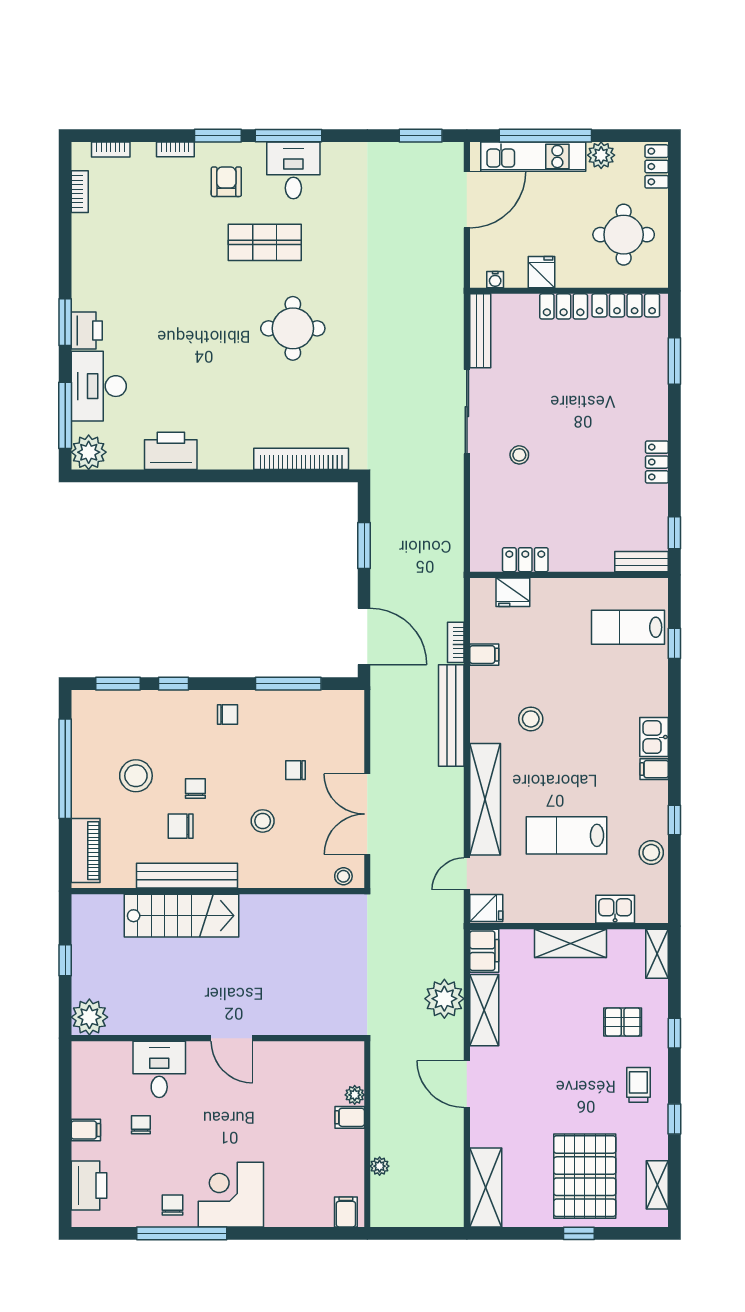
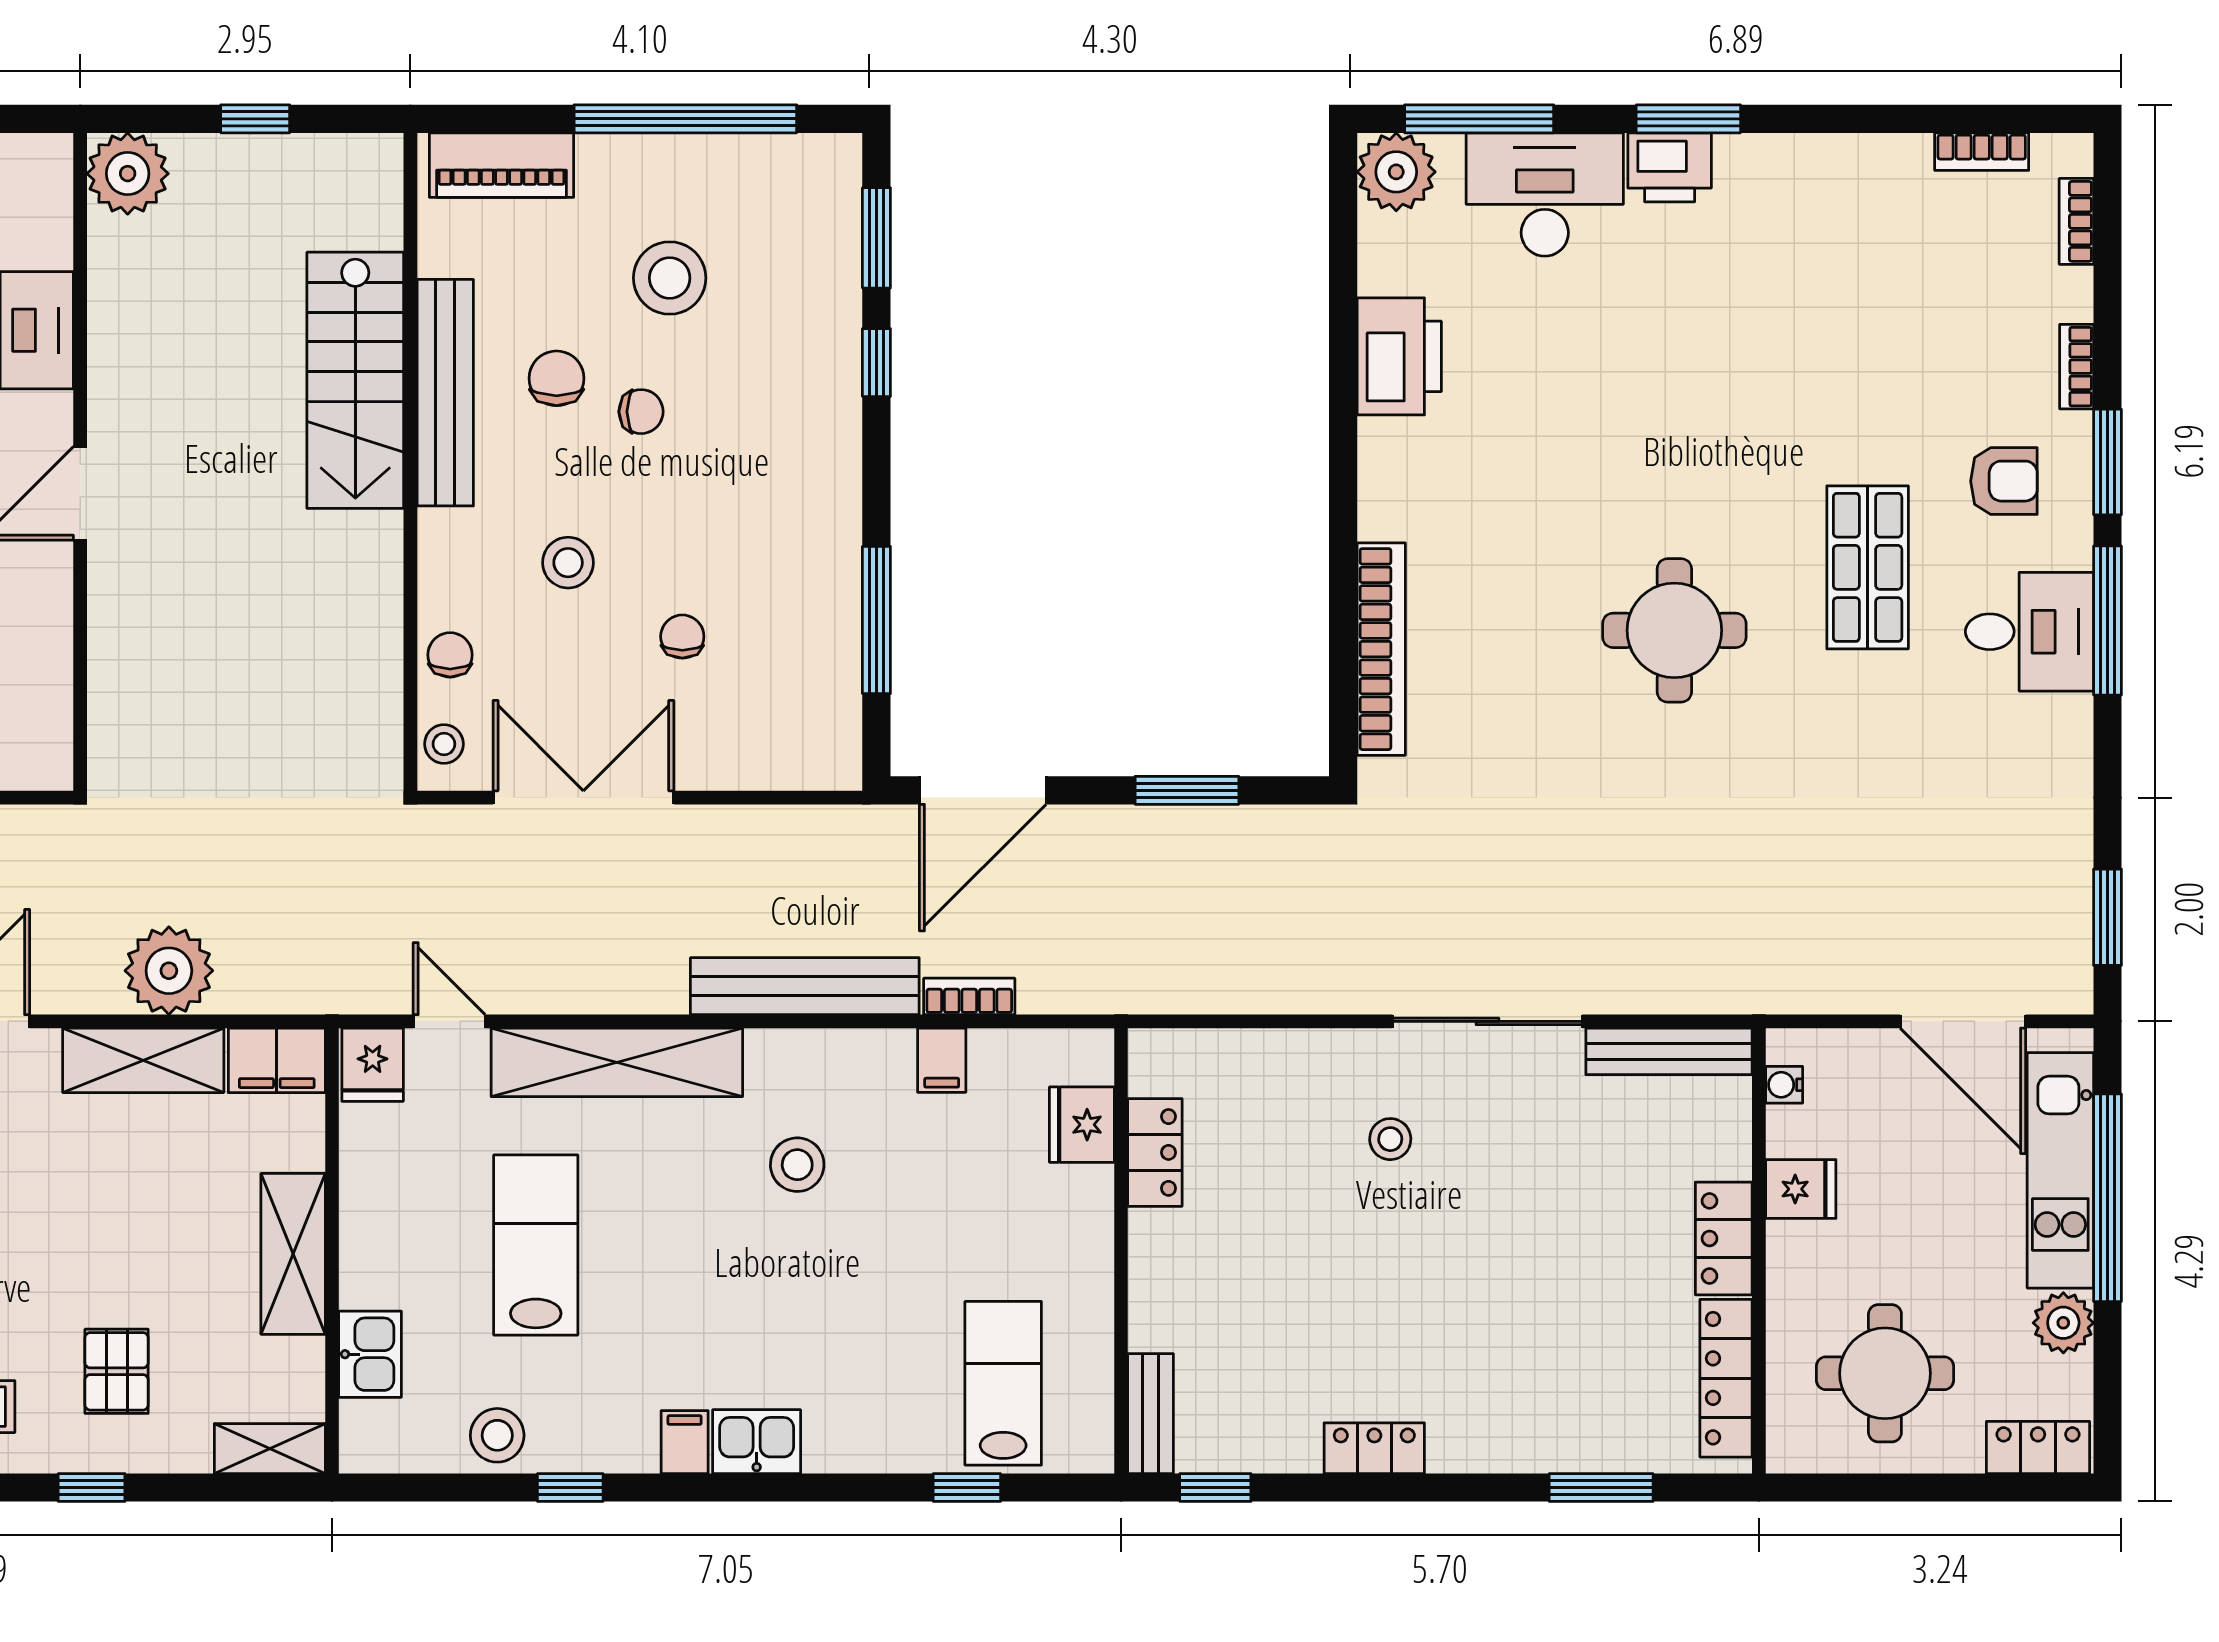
chair: (228, 714) -> (450, 655), moved, turned 180

